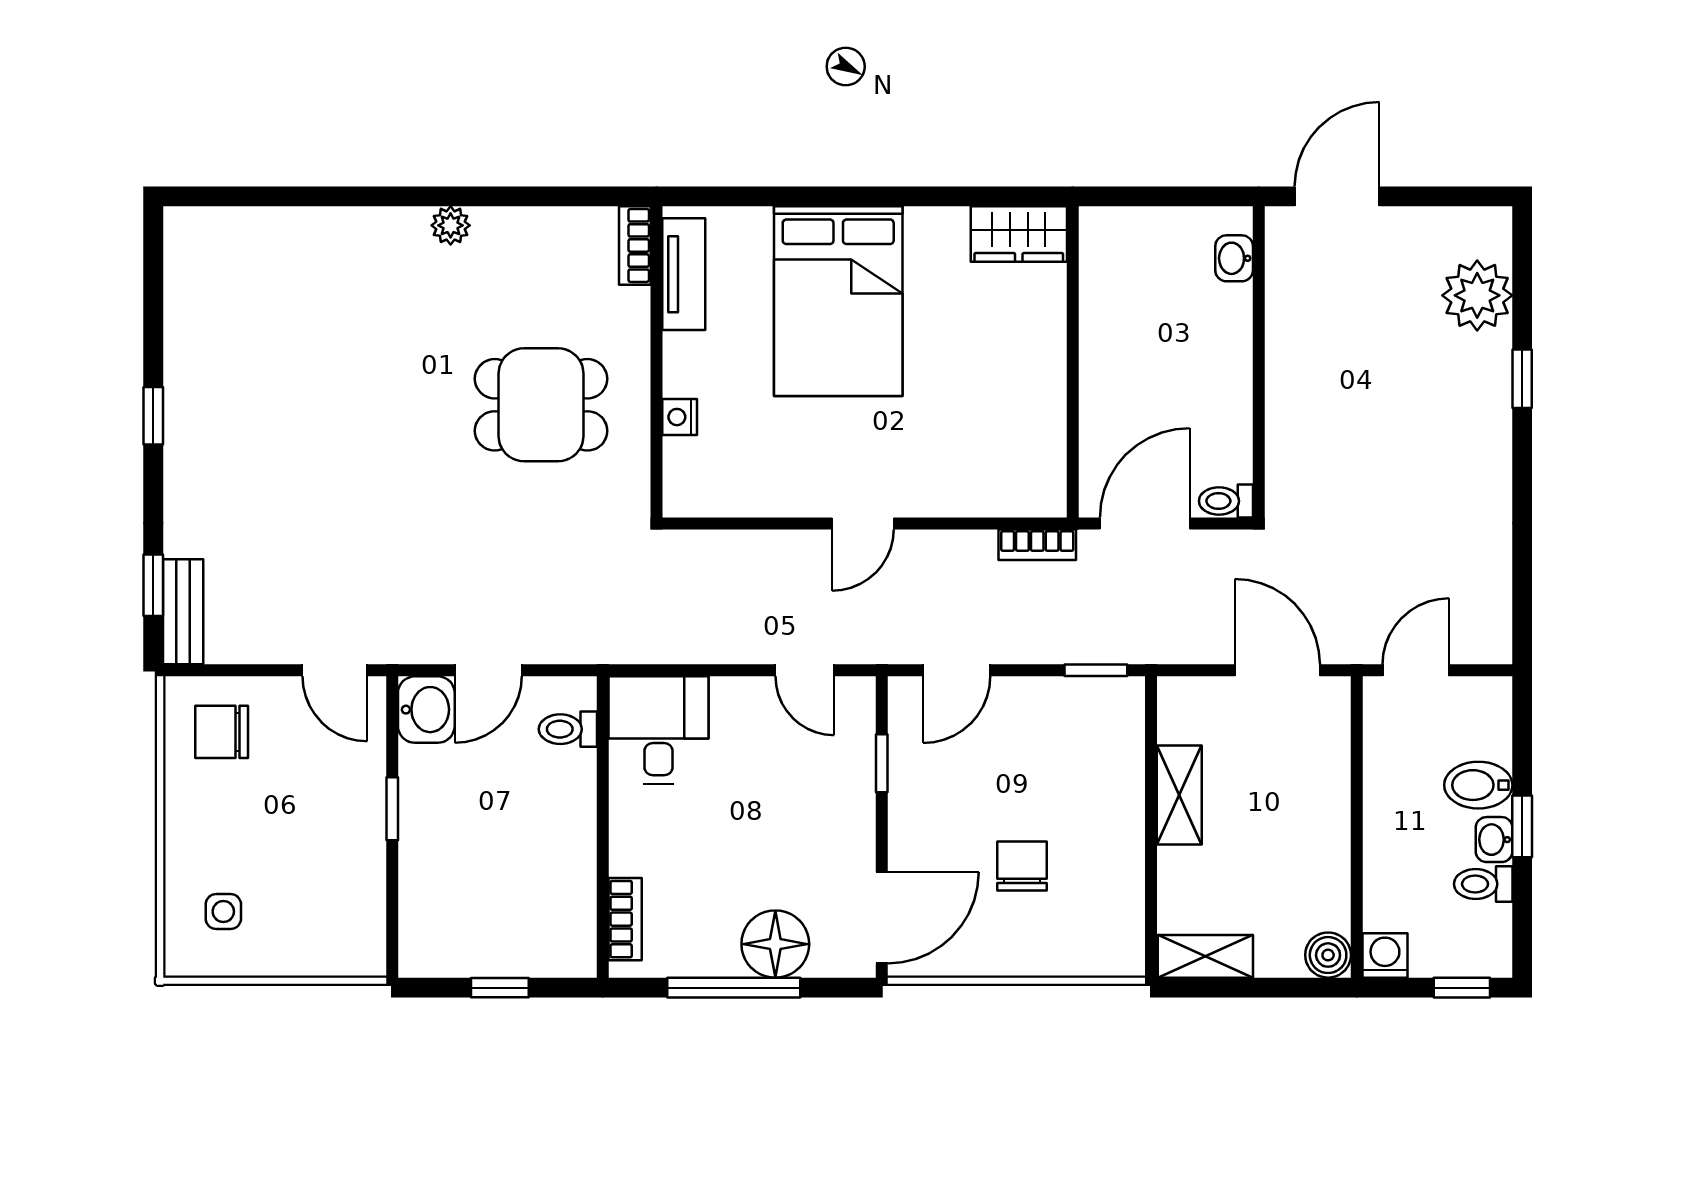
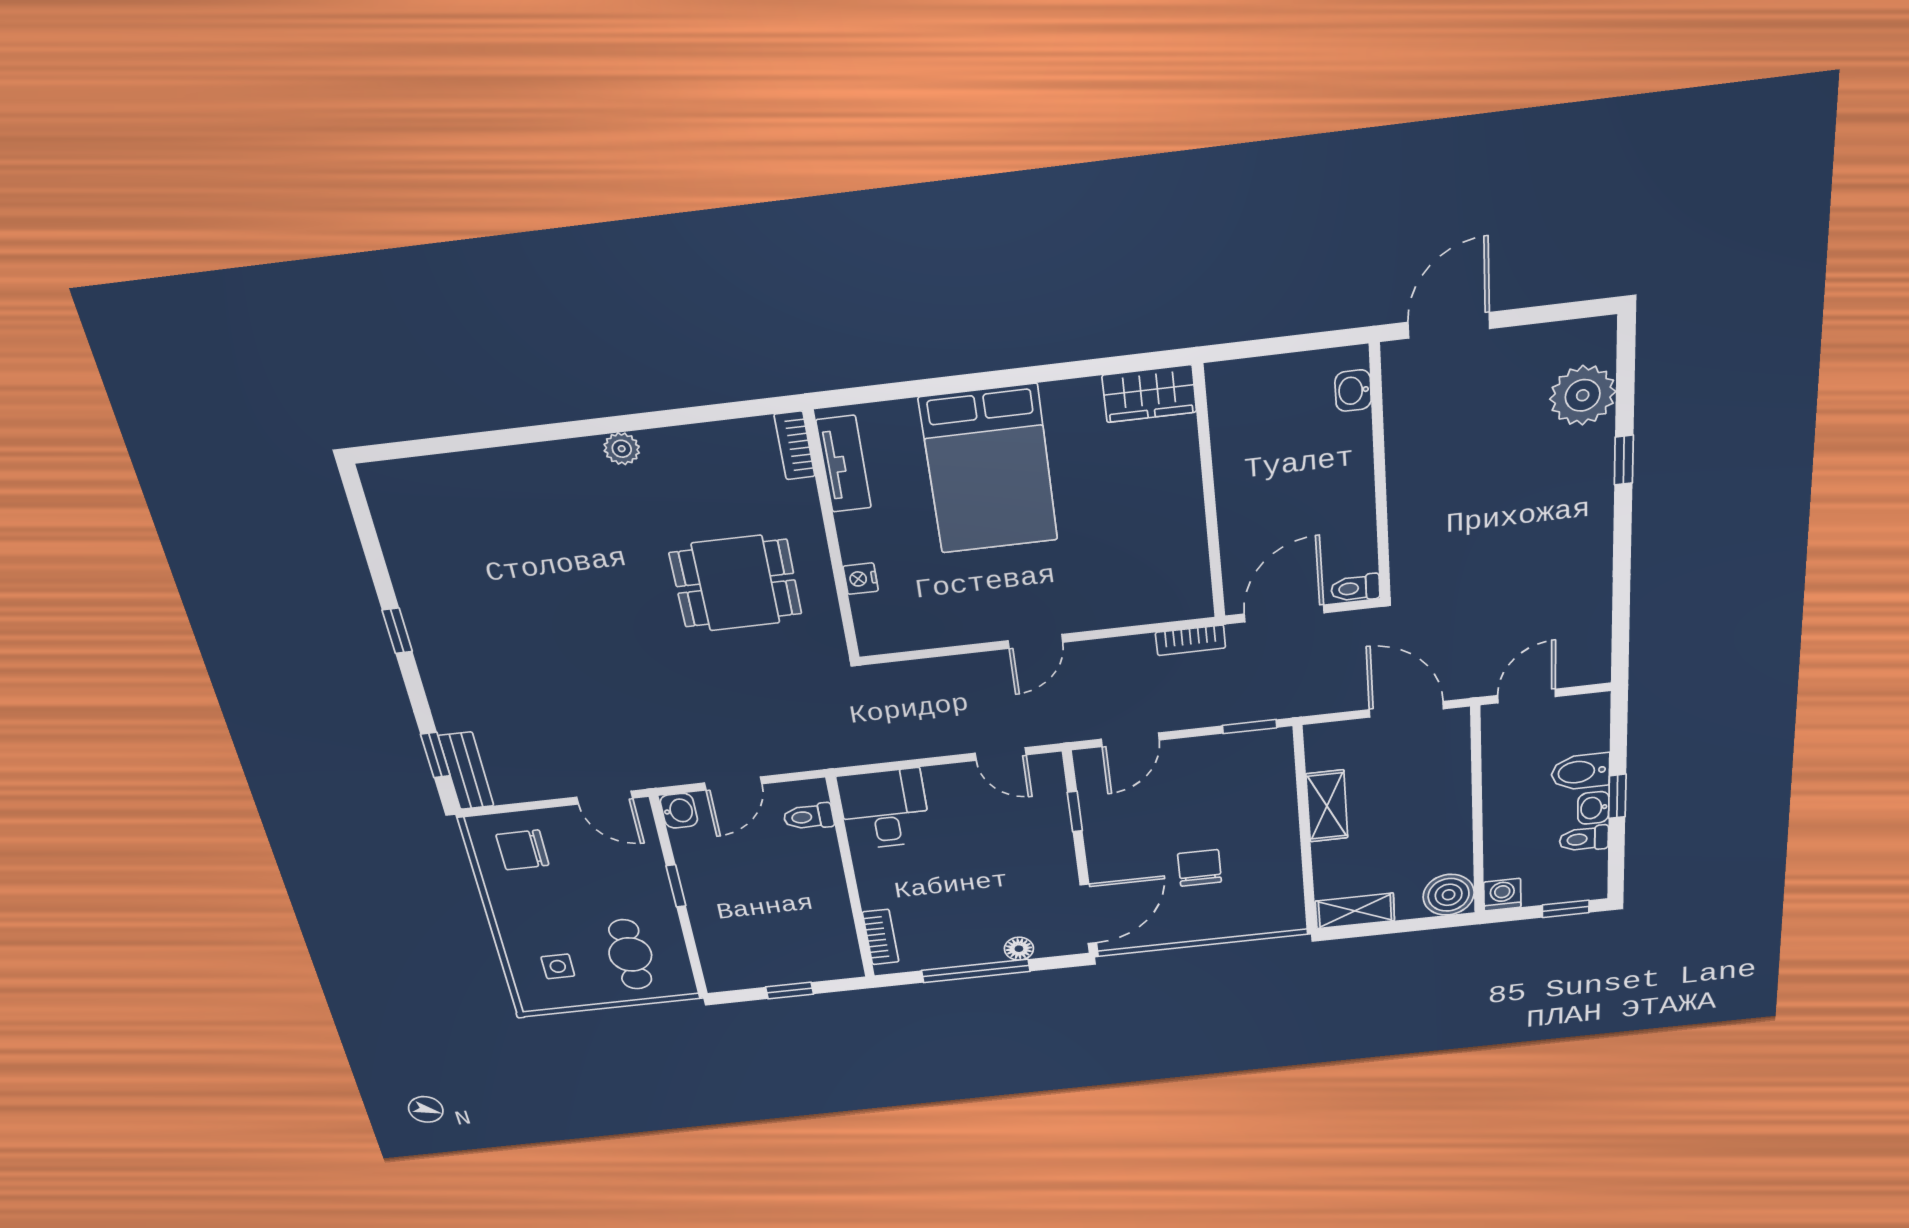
washbasin: (426, 710) -> (679, 811), width x0.72, depth x0.69
cafe table: (316, 905) -> (630, 954), added
floor lamp: (775, 944) -> (1019, 949), width x0.53, depth x0.53
boiler: (1328, 955) -> (1449, 895), width x1.36, depth x1.36

